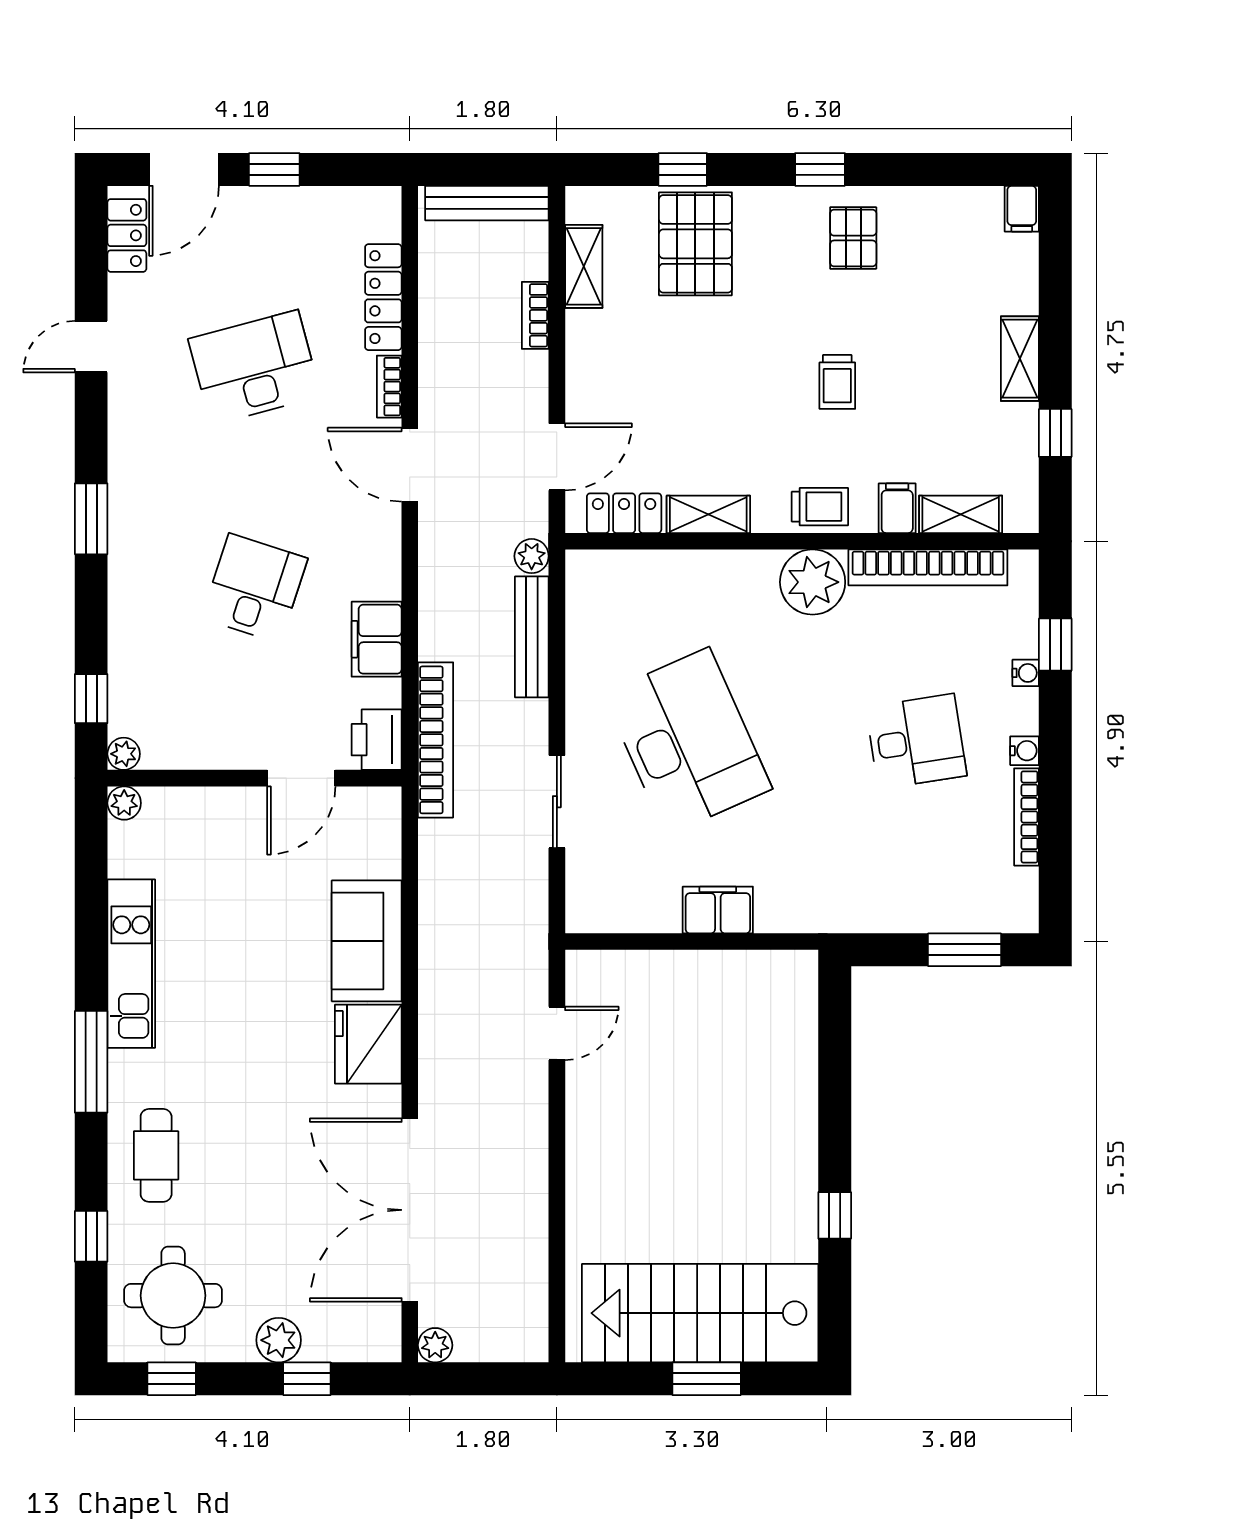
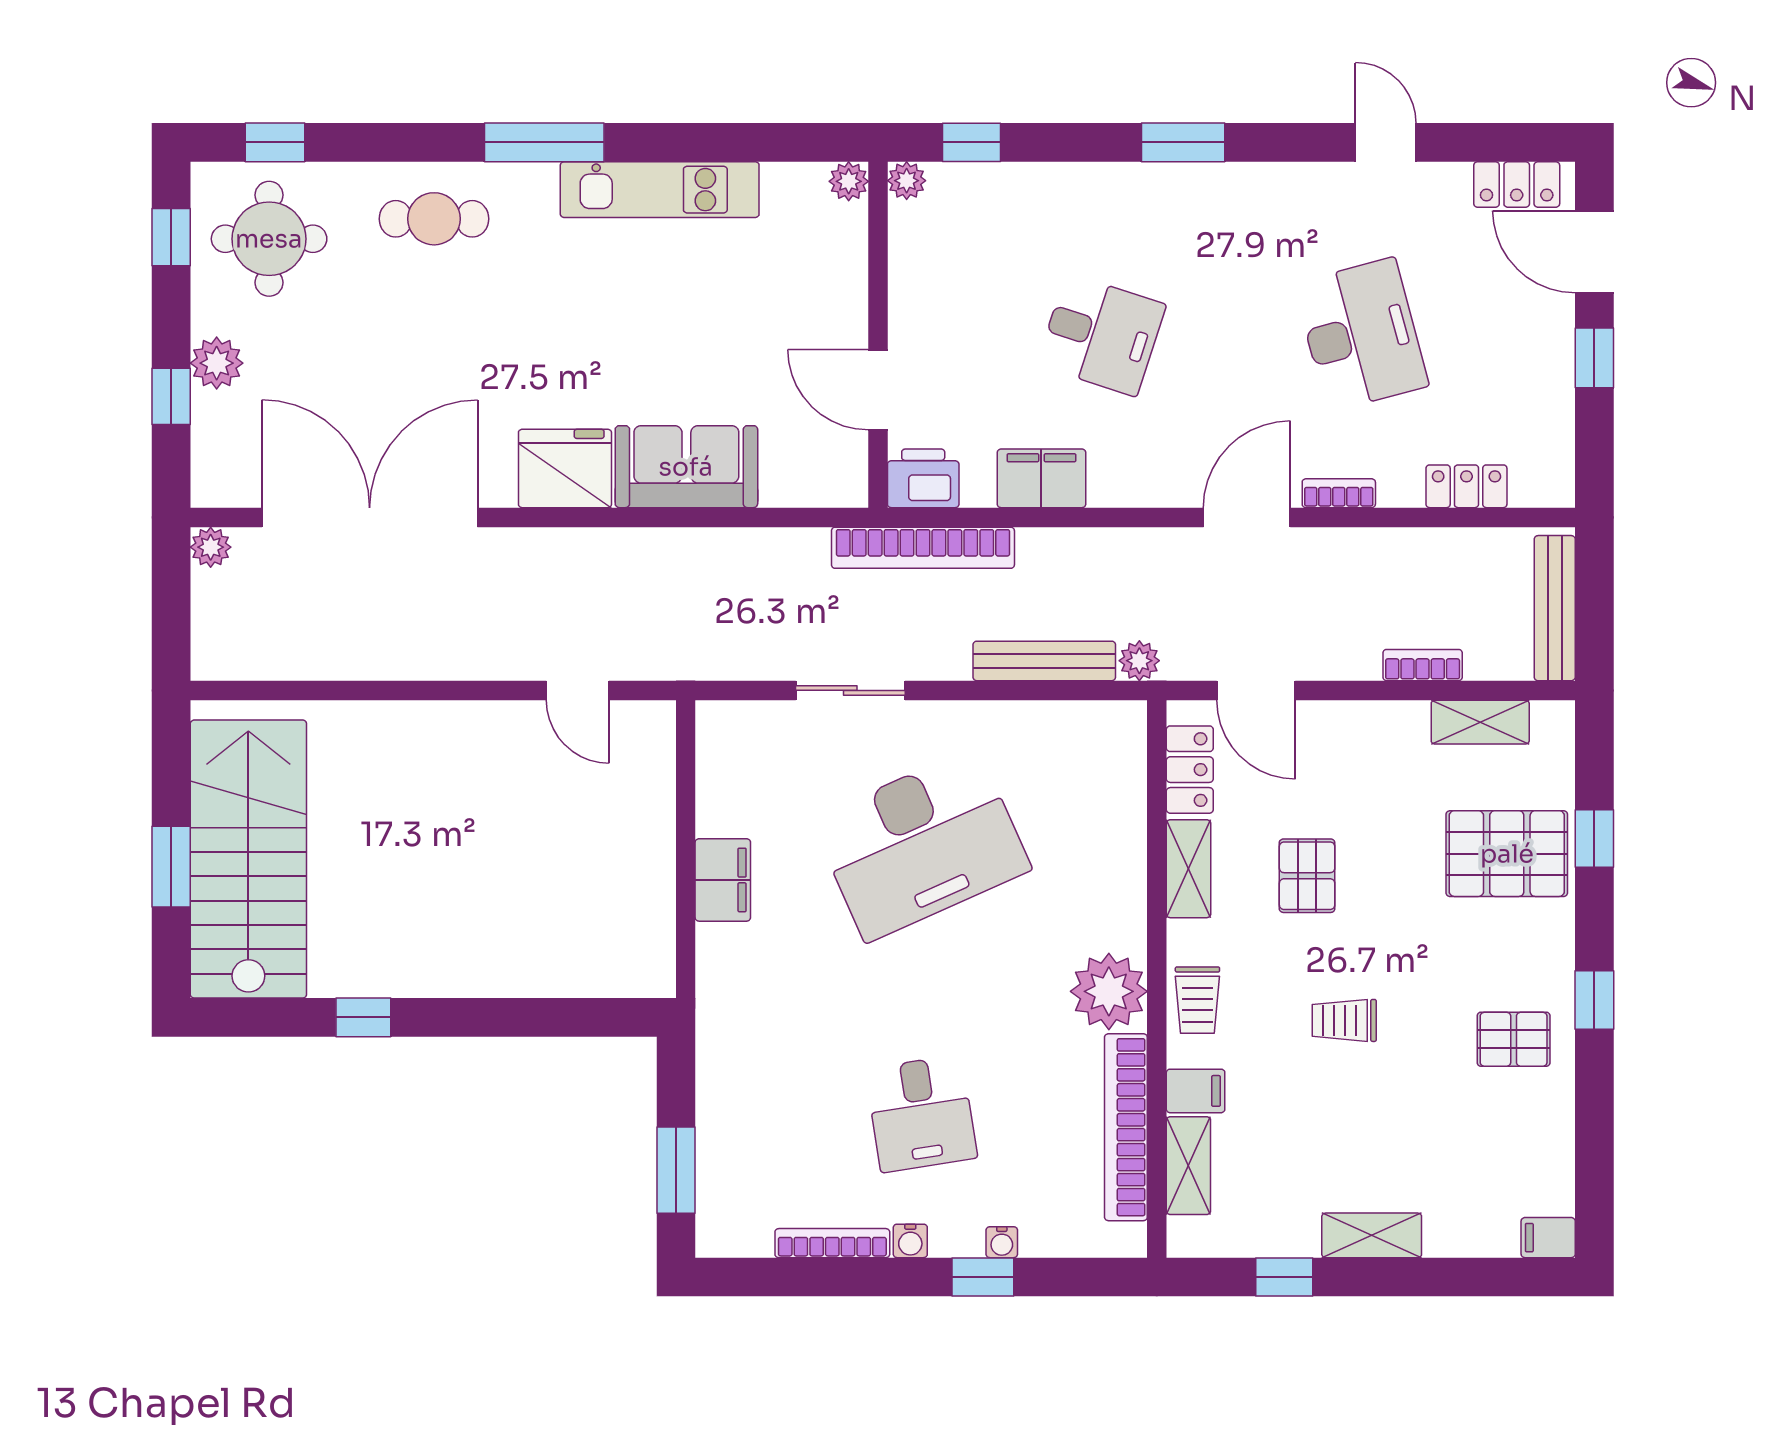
locker: (383, 297) -> (1466, 486), width x0.66
pallet: (714, 414) -> (1307, 876), added
window: (1055, 645) -> (983, 1277), moved
window: (91, 1236) -> (275, 142), moved

